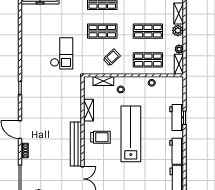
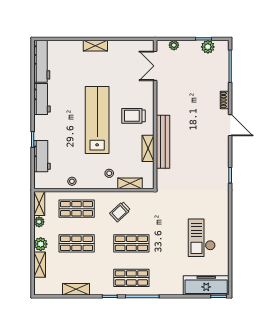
checkout: (62, 53) -> (202, 238), moved
workbench: (177, 118) -> (42, 156), moved
lab bench: (131, 134) -> (97, 120), turned 180
bench: (76, 144) -> (163, 142), moved

